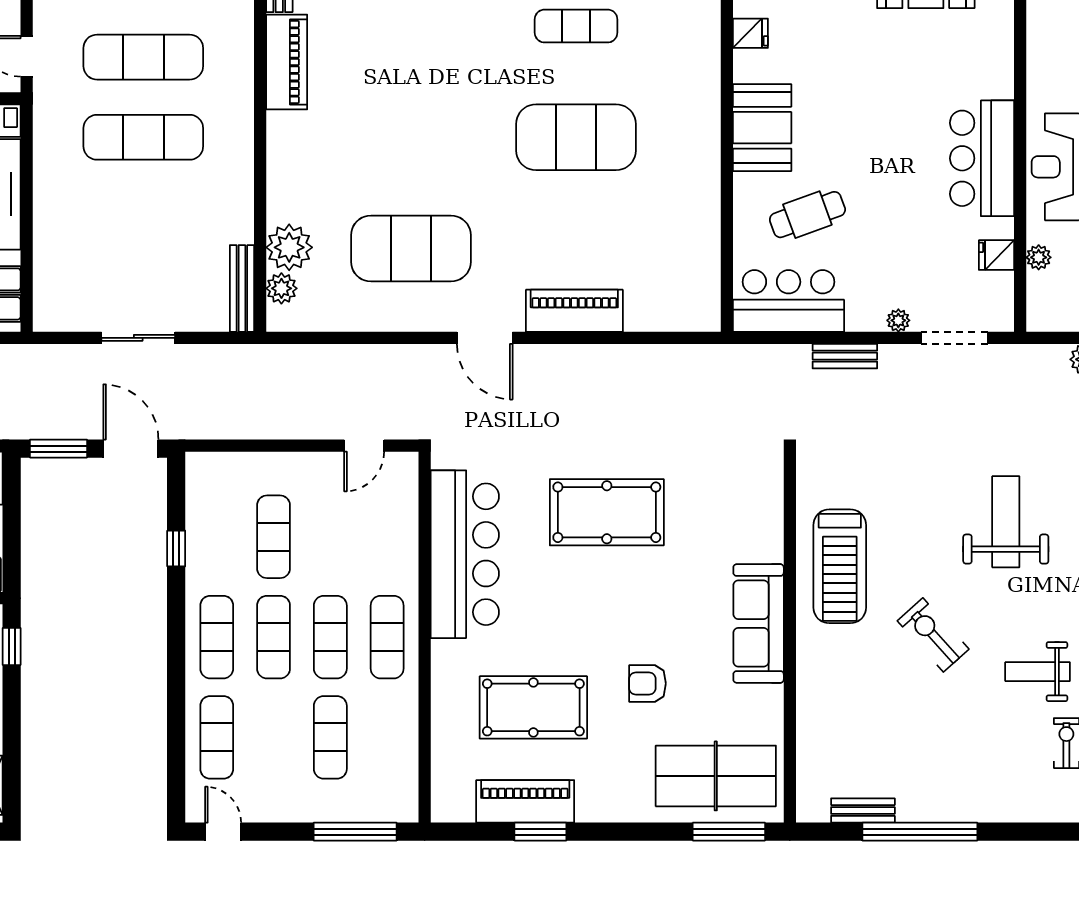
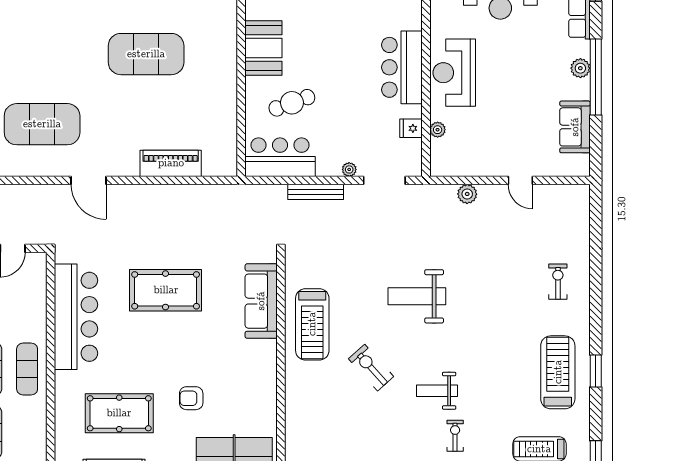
piano: (574, 311) -> (171, 163), moved
bench: (845, 356) -> (316, 192), width x1.36
weight bench: (1006, 522) -> (417, 296), turned -90
sofa: (759, 623) -> (261, 301), moved

